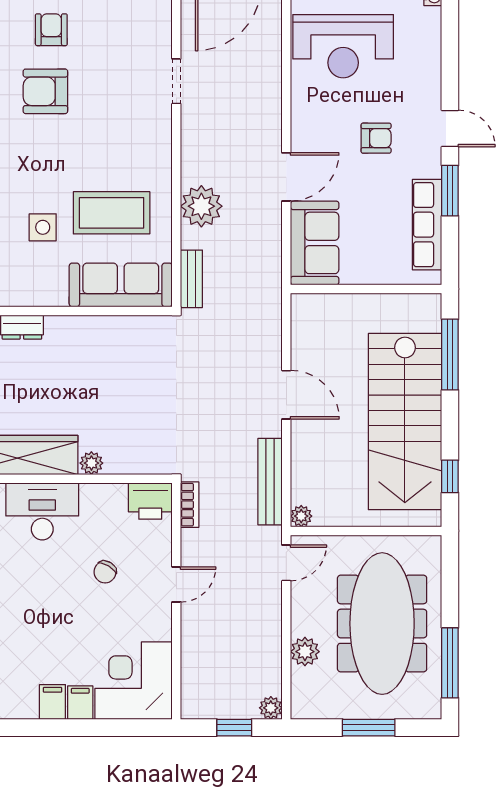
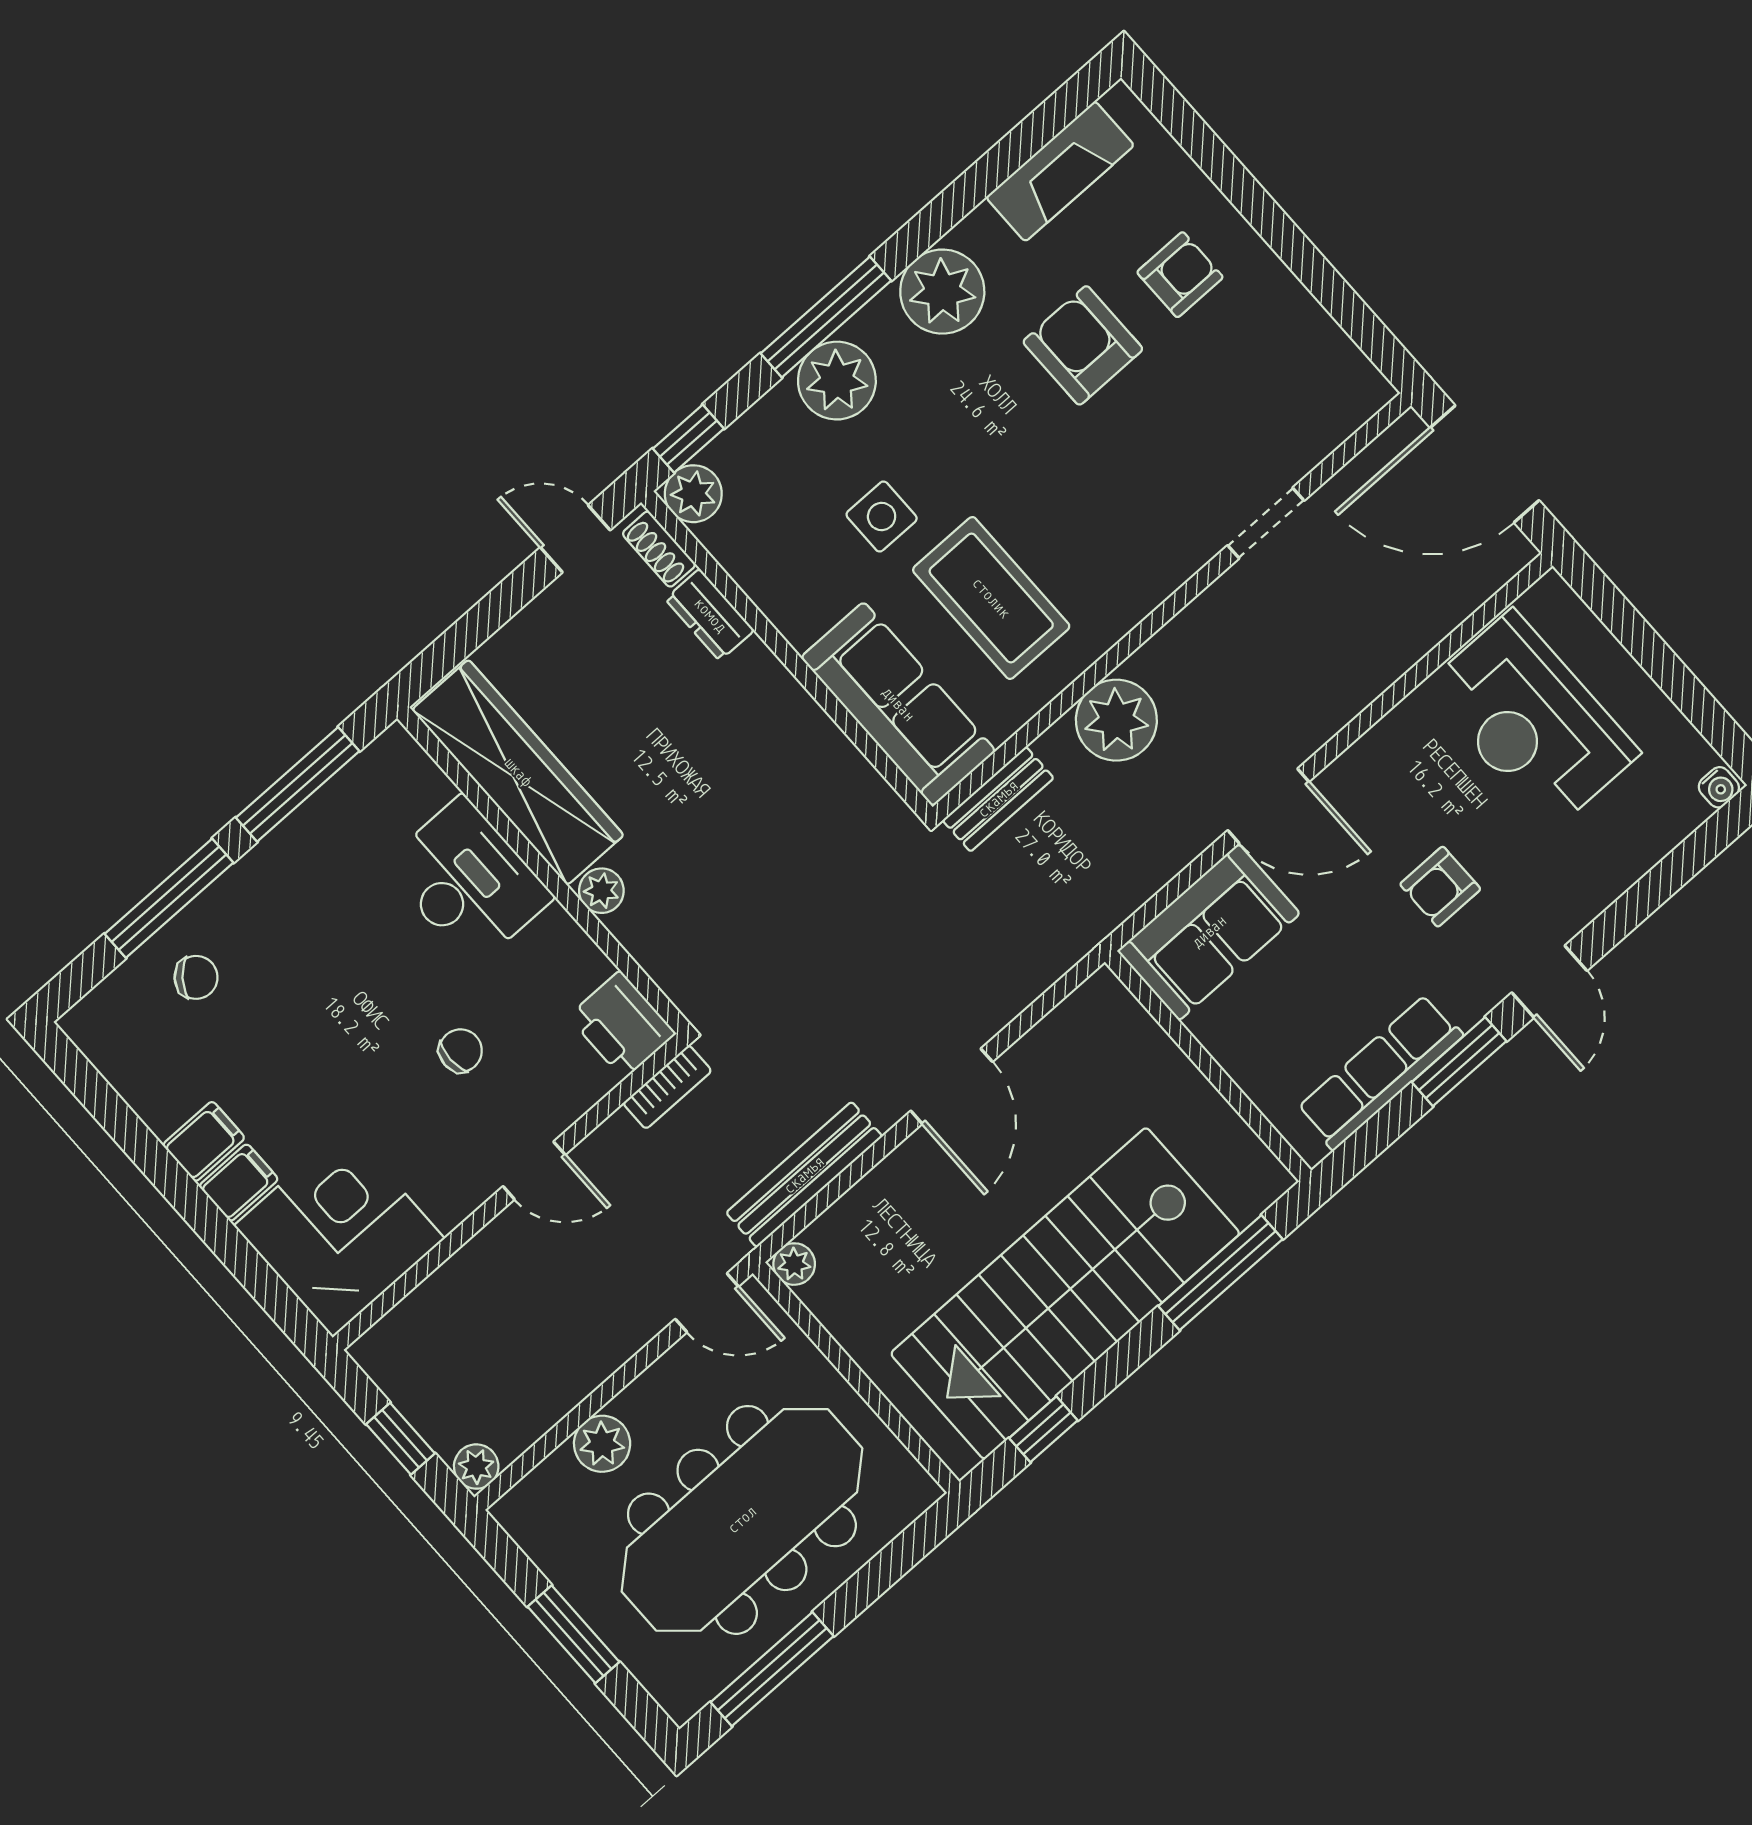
armchair: (376, 138) -> (1440, 887), turned 90
chair: (105, 572) -> (461, 1051), turned 149

